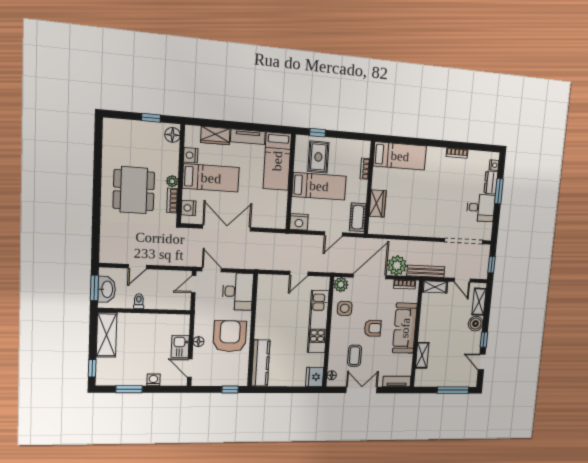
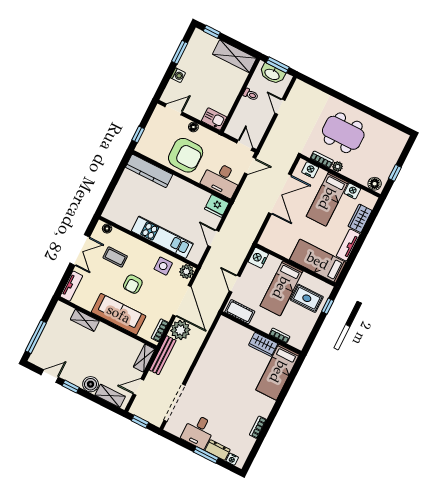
wardrobe: (378, 203) -> (263, 344), moved
kitchen sink: (180, 346) -> (214, 119), moved
fridge: (315, 377) -> (217, 206), moved, turned 180

